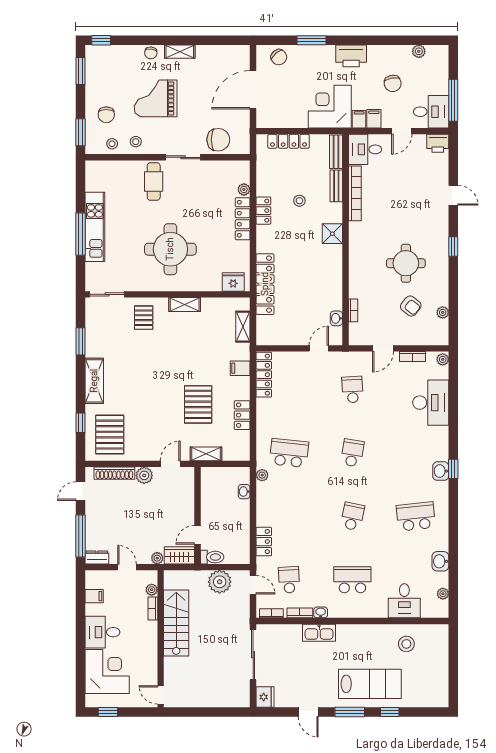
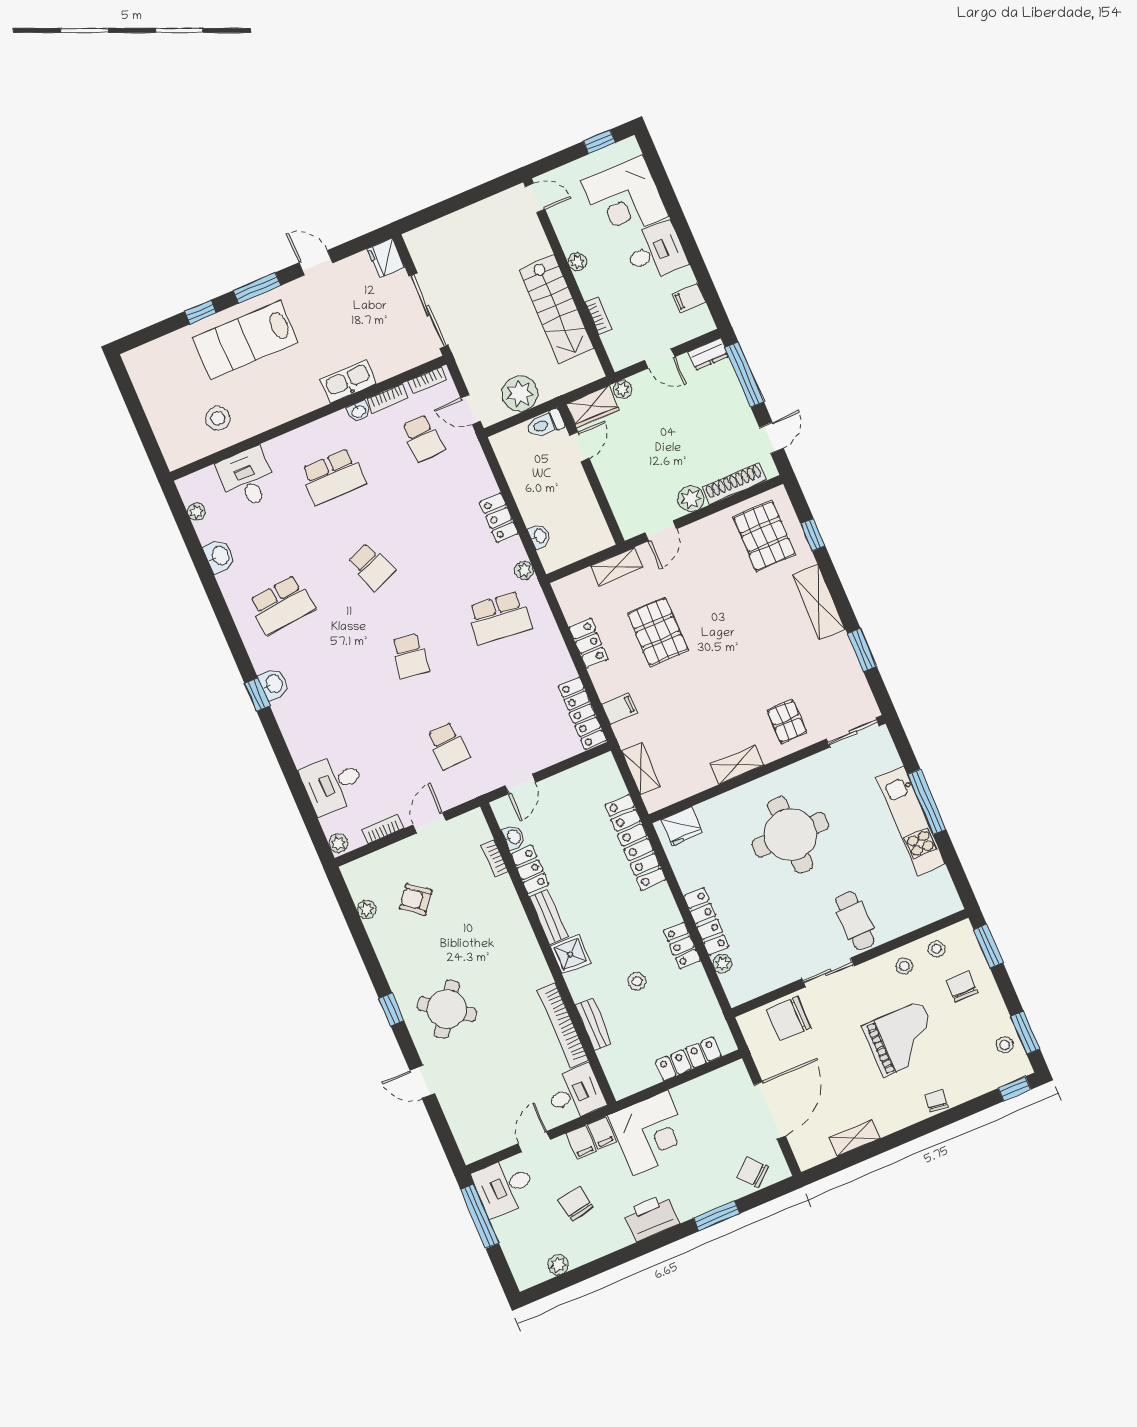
shelving: (180, 52) -> (854, 1138), moved
stool: (96, 69) -> (1005, 1045), added
printer: (438, 143) -> (476, 1146), removed
bench: (336, 152) -> (548, 917), moved
round table: (406, 263) -> (447, 1009), moved, turned 36
locker: (335, 295) -> (530, 870), added
desk: (431, 403) -> (333, 784), width x0.73
school desk: (352, 516) -> (371, 566), turned -33
locker: (264, 542) -> (499, 518), moved
plant: (152, 590) -> (577, 262), moved

